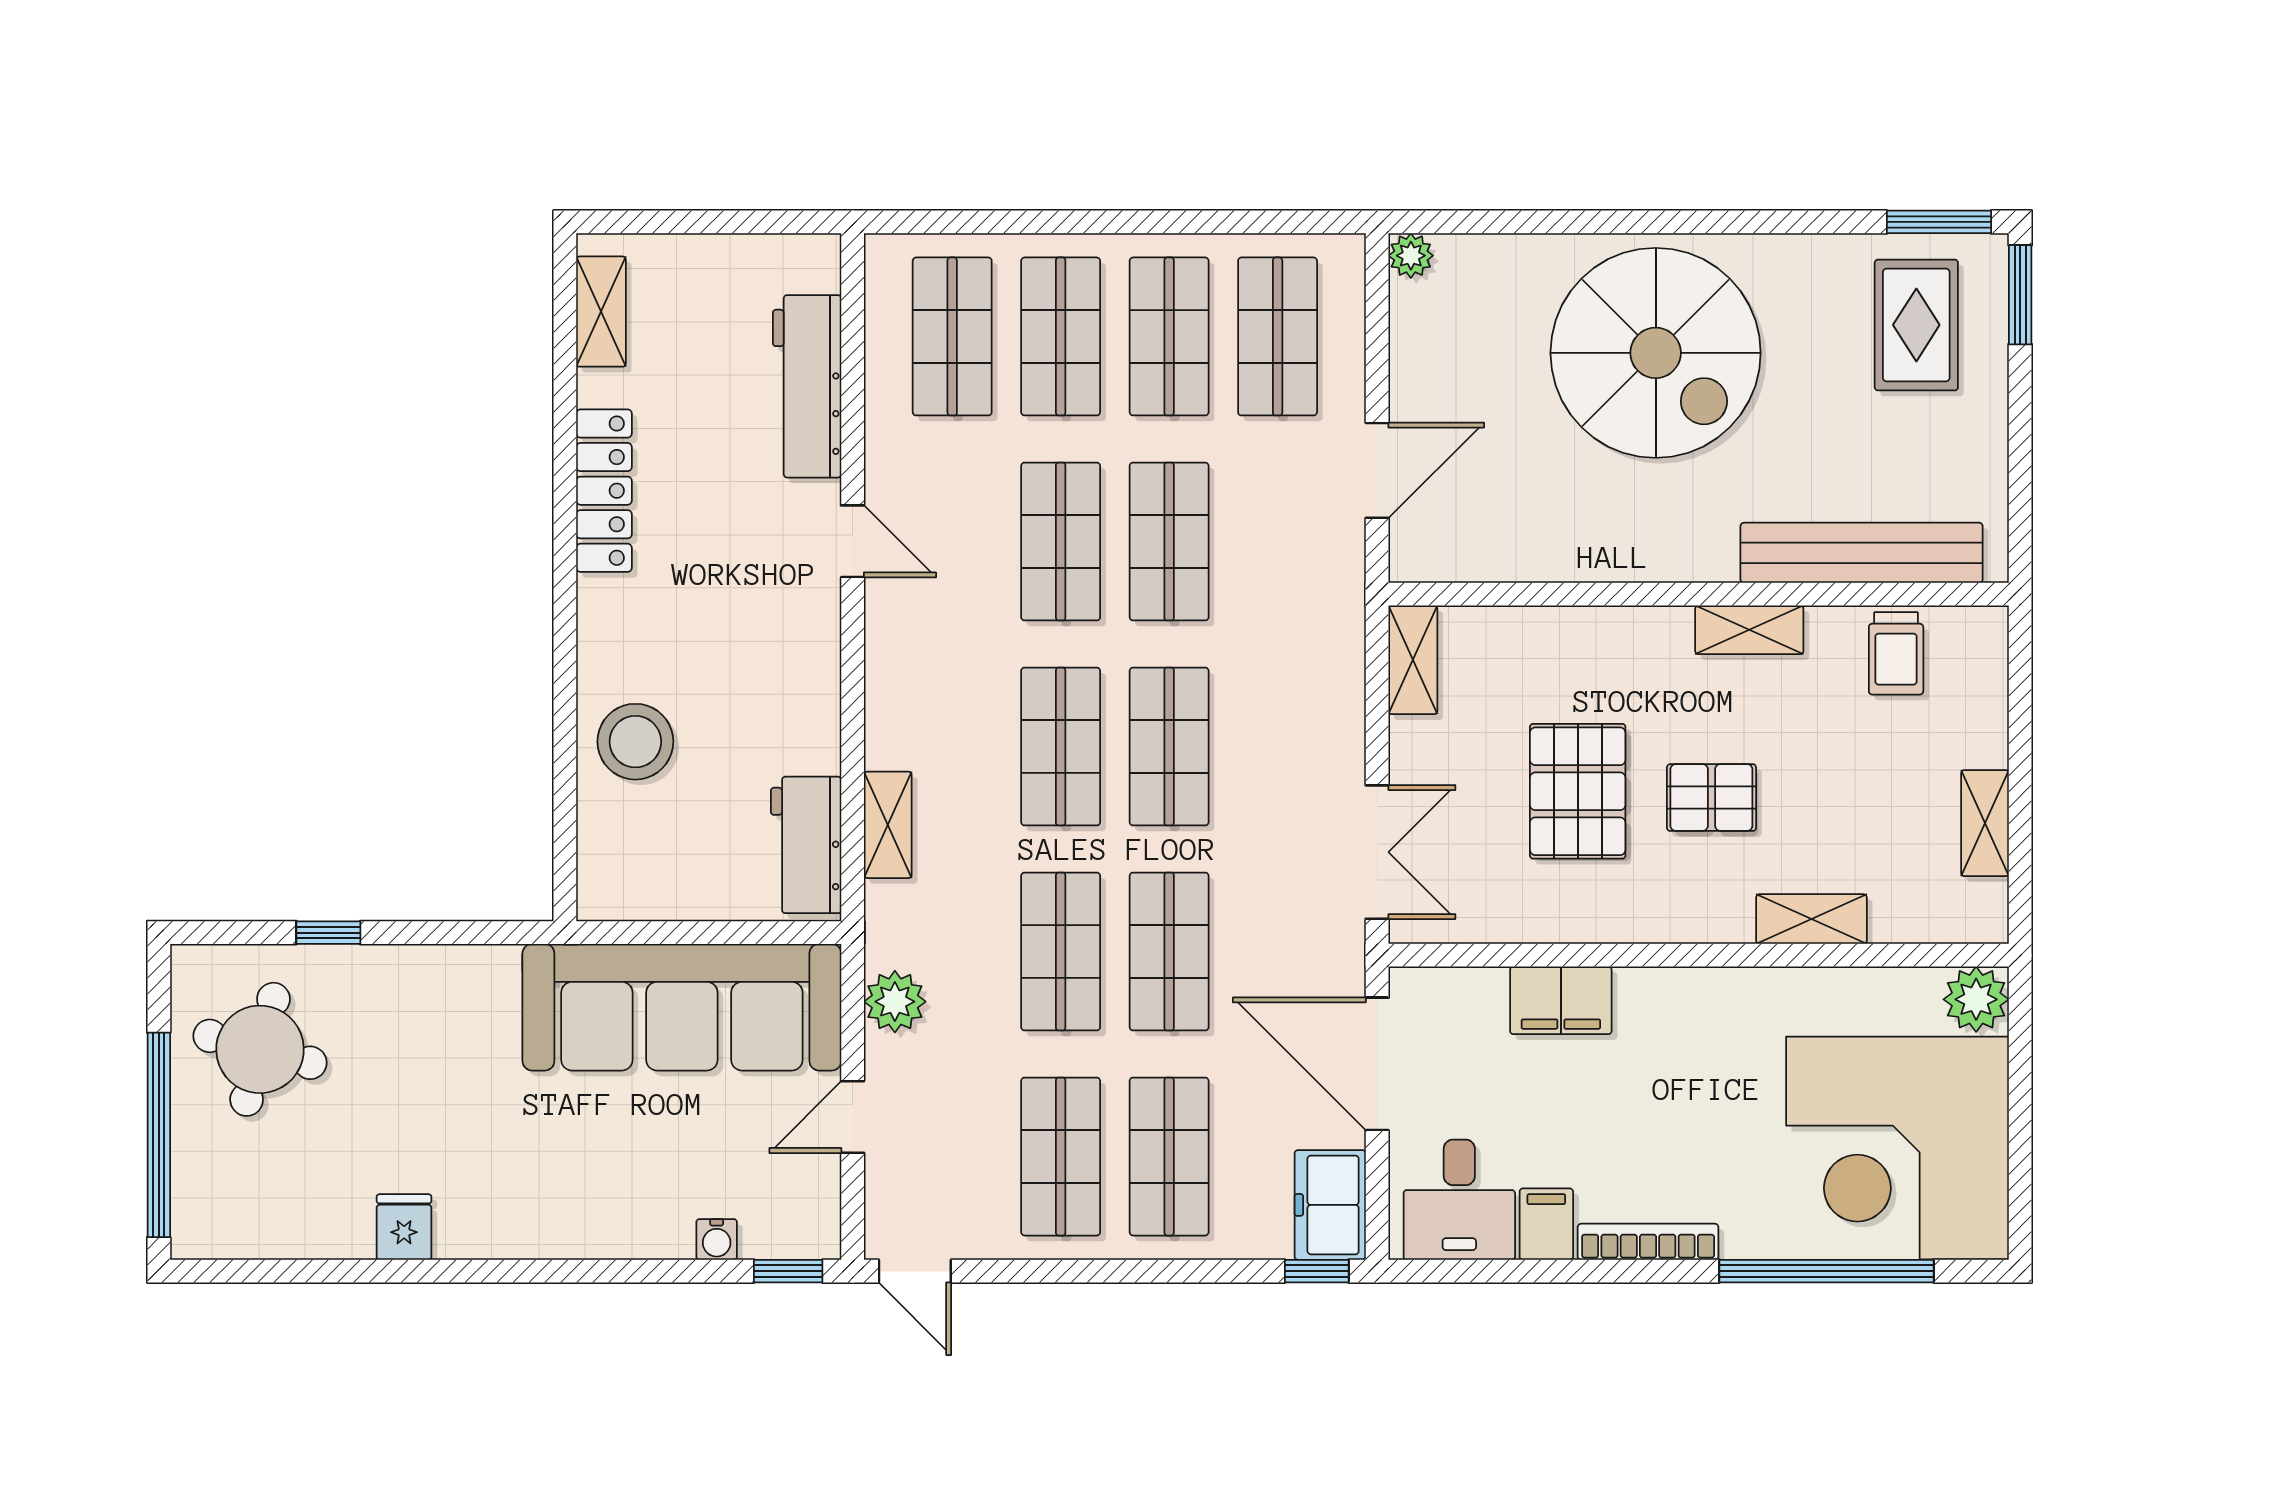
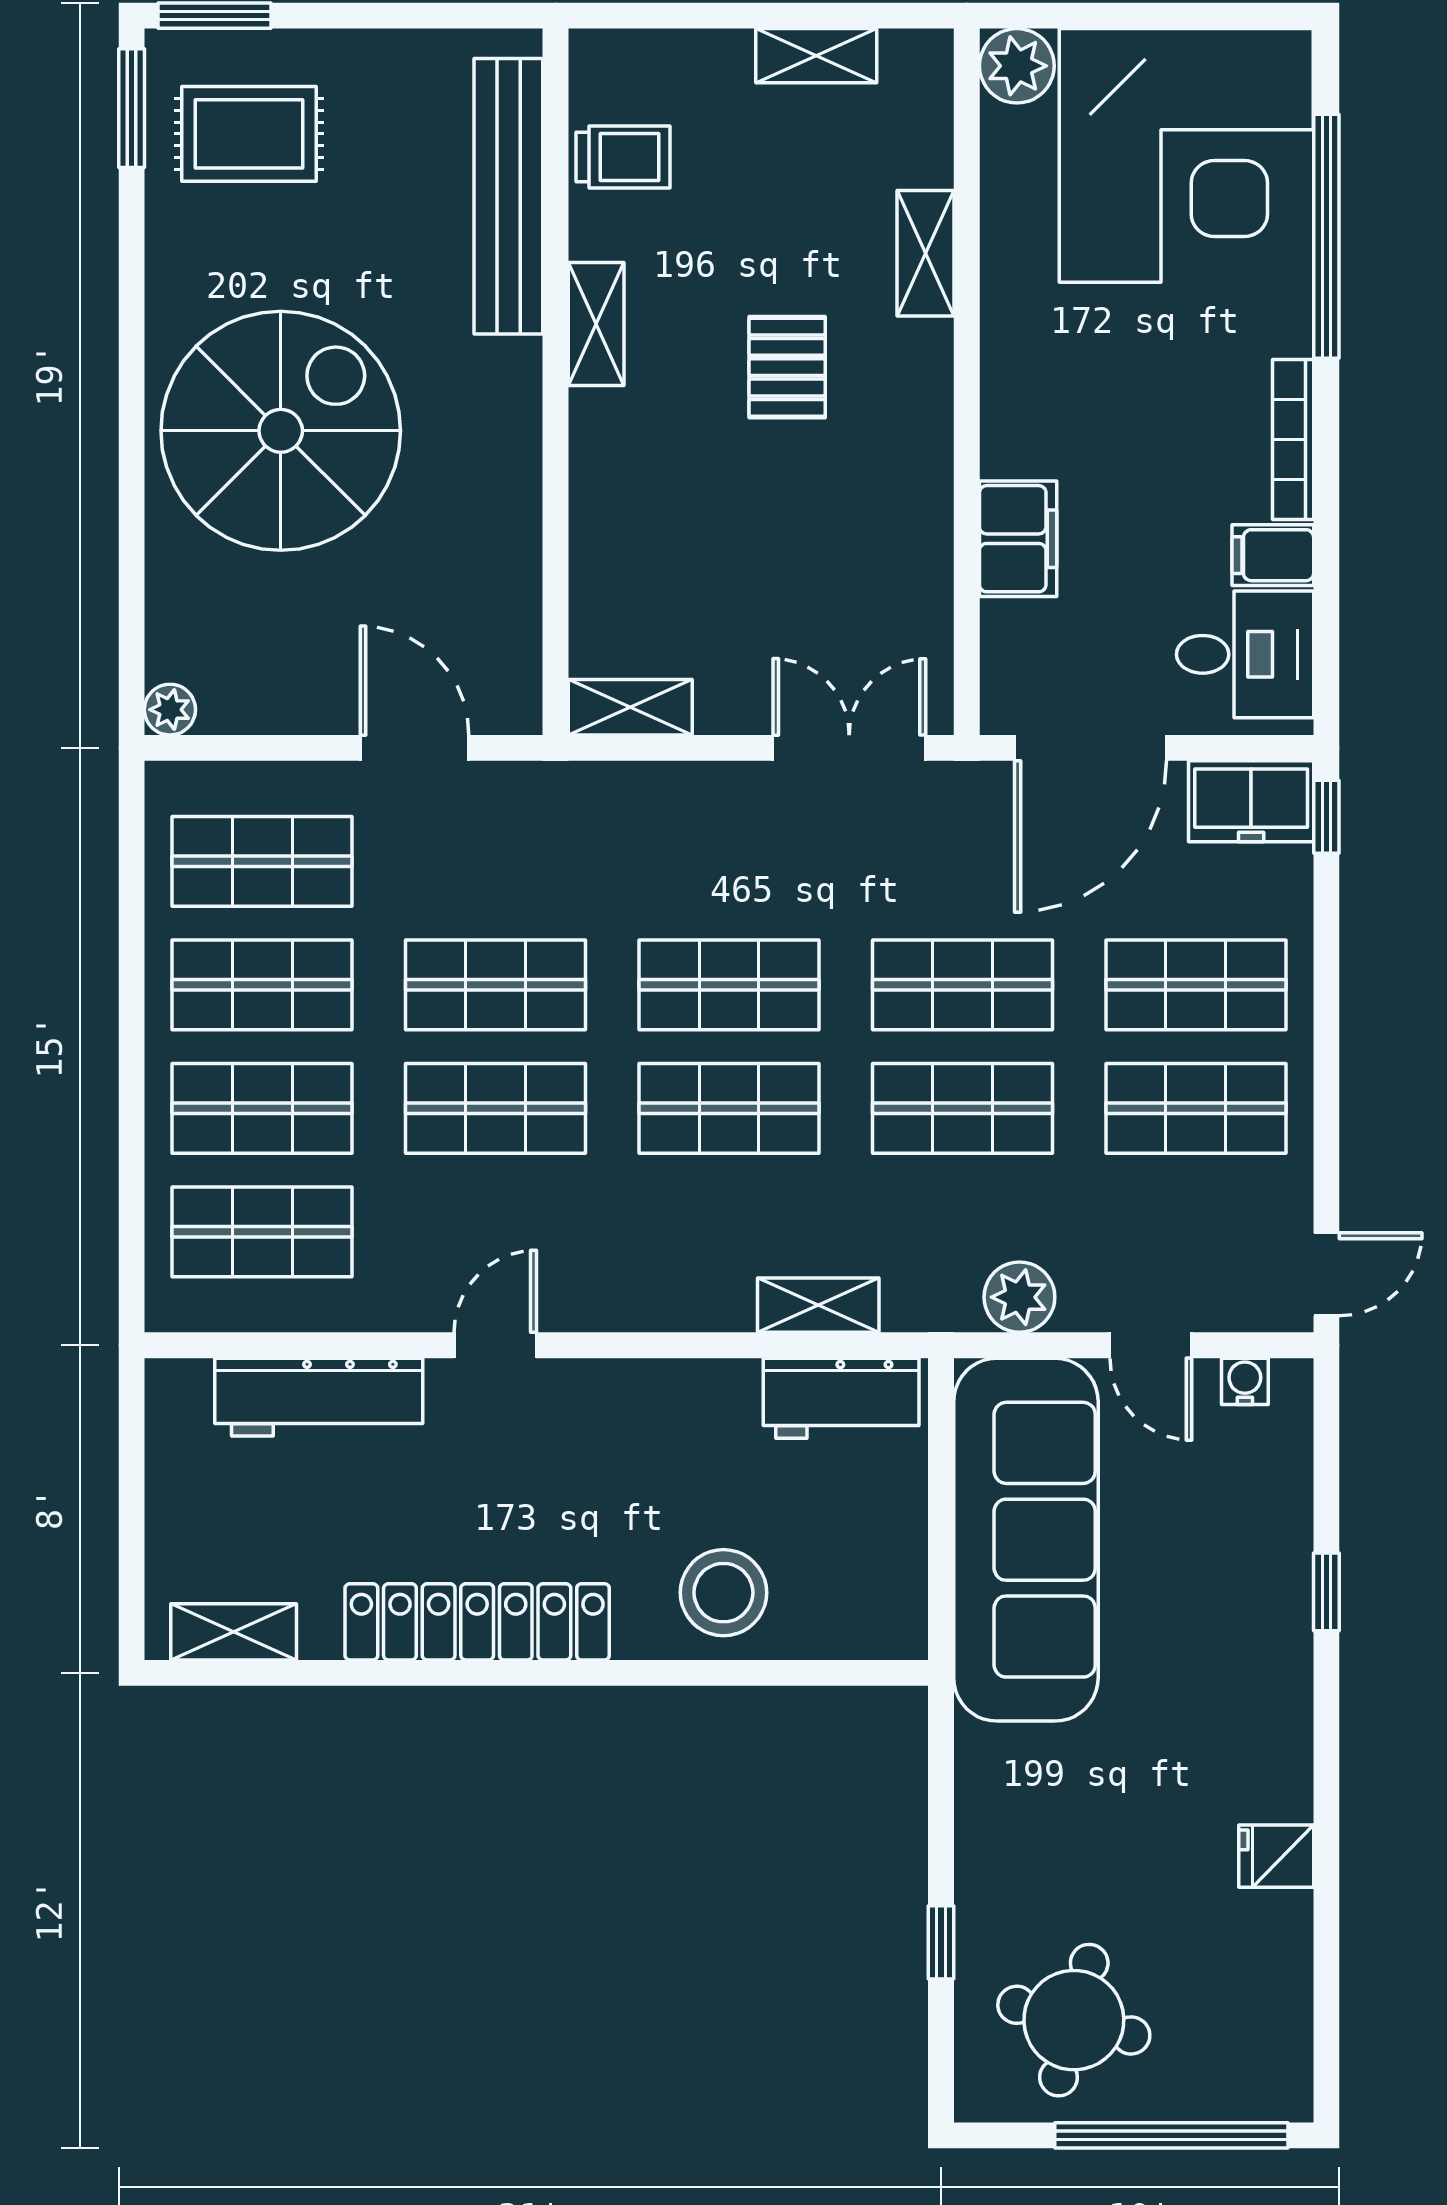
locker: (604, 491) -> (477, 1622), width x1.41, depth x1.21
pallet: (1578, 791) -> (780, 520), removed
water cooler: (717, 1239) -> (1245, 1381), moved, turned -90
window: (788, 1271) -> (1326, 1592), moved

